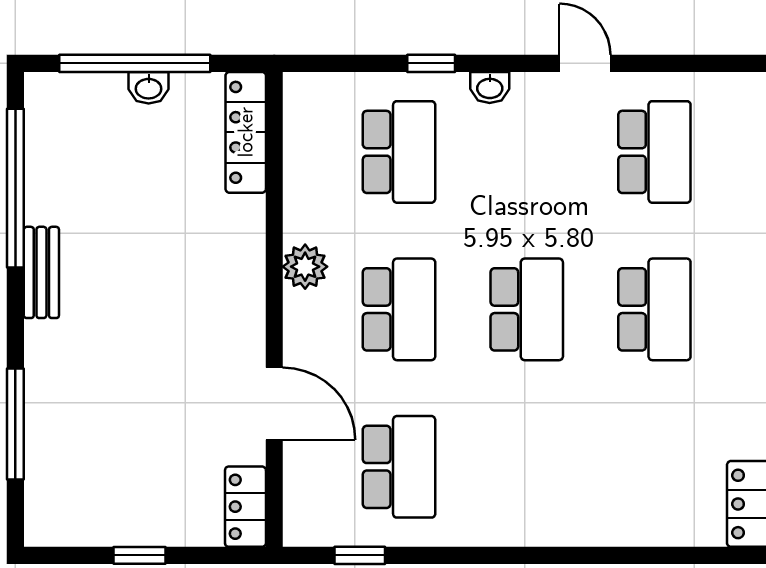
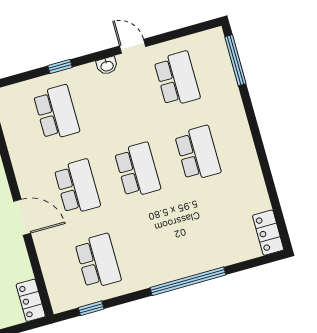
washbasin: (490, 88) -> (107, 66), moved
plant: (305, 267) -> (27, 179), removed
door: (274, 404) -> (22, 217), moved
window: (565, 555) -> (188, 281), added

